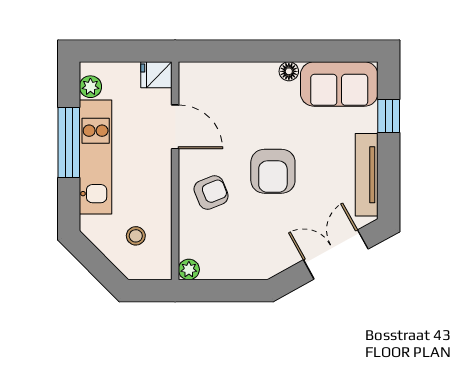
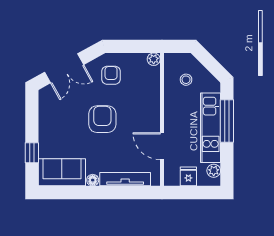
fridge: (156, 75) -> (188, 176), moved, turned -90
window: (69, 142) -> (227, 121), moved
tv unit: (367, 175) -> (125, 179), moved, turned -90
armchair: (211, 192) -> (111, 75), moved, turned 112

